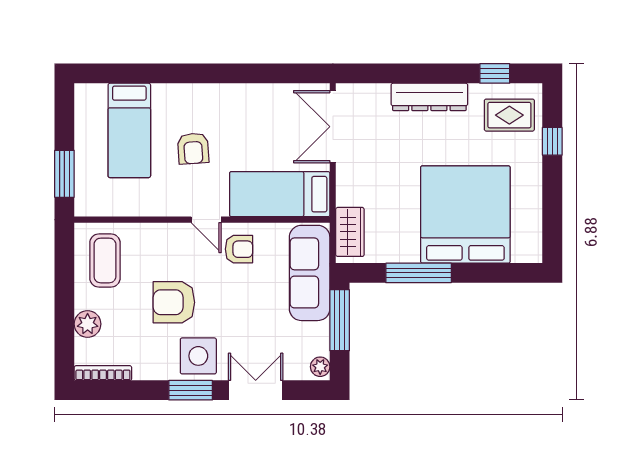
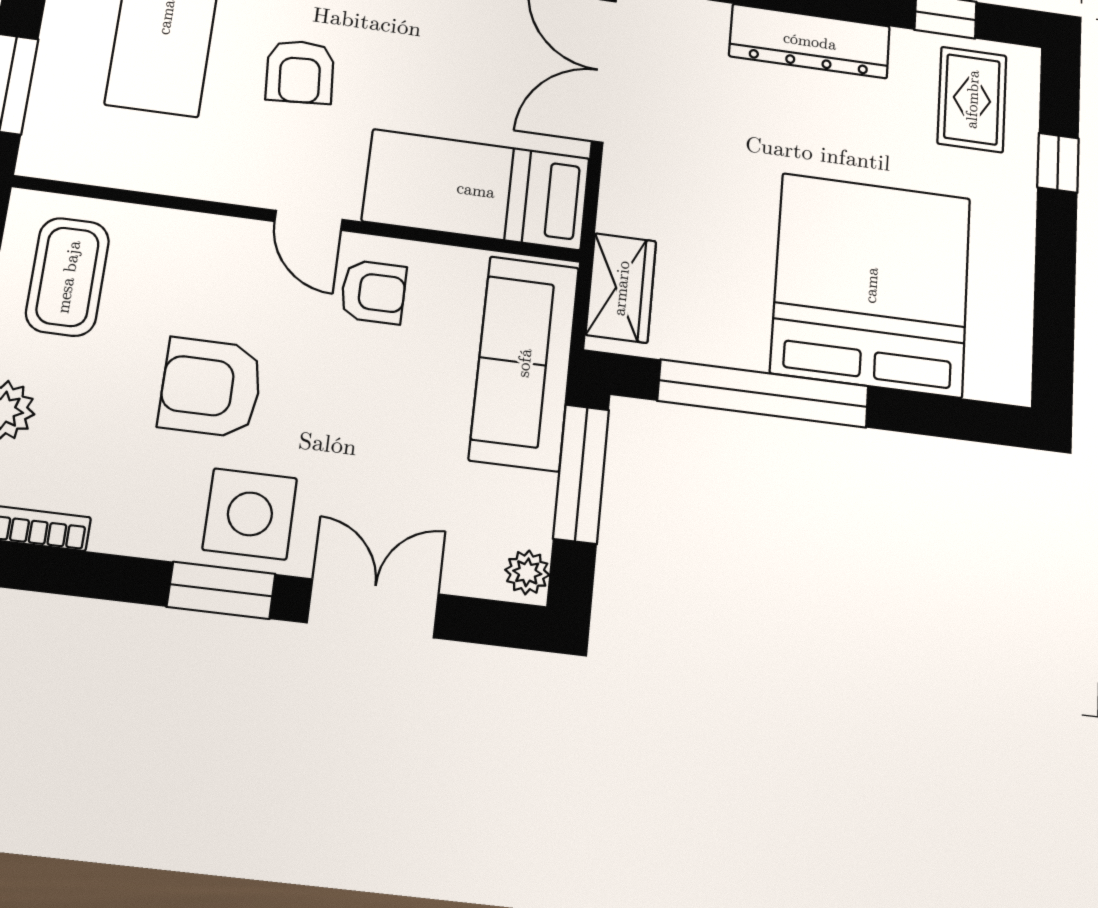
rug: (509, 115) -> (972, 99), turned 90
window: (419, 273) -> (763, 394), width x1.46

